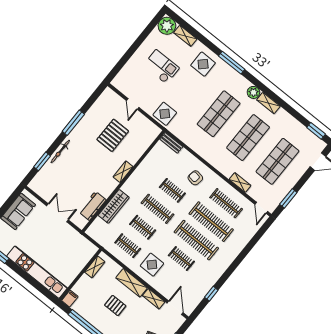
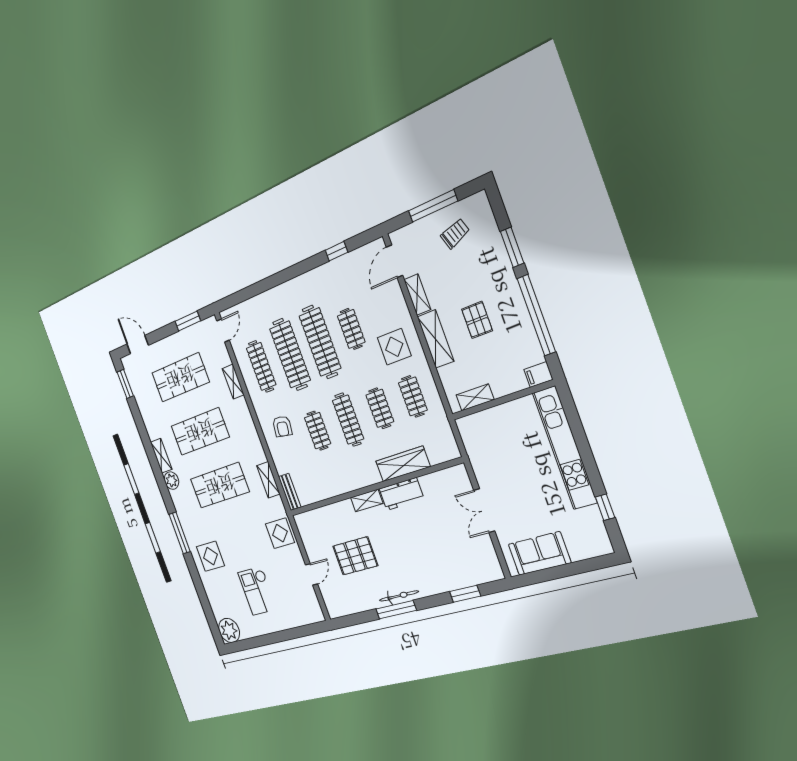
shelving: (185, 36) -> (268, 480), moved
bicycle: (60, 152) -> (399, 596), moved
workbench: (92, 206) -> (401, 494), moved

